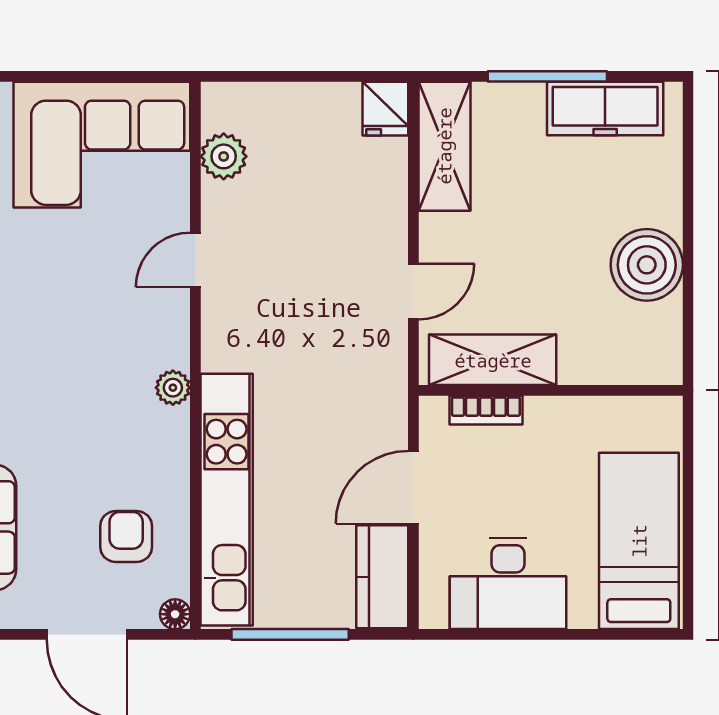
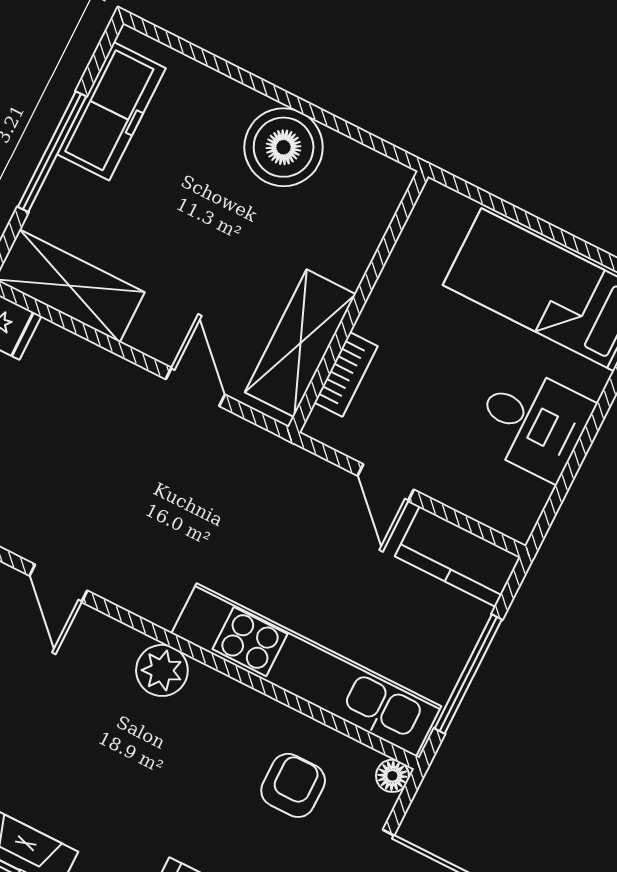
plant: (173, 388) -> (162, 670), width x1.38, depth x1.38
door: (413, 487) -> (386, 483), width x0.73
armchair: (126, 536) -> (293, 785), turned 90
desk: (508, 583) -> (533, 422), width x0.73

